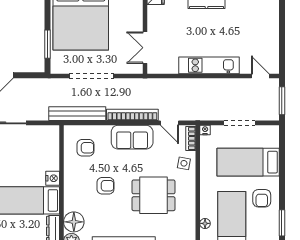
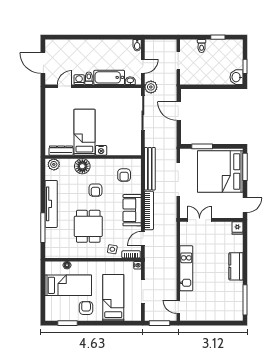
door: (260, 76) -> (178, 307), swing flipped
armchair: (262, 198) -> (86, 308), turned 90
floor lamp: (74, 222) -> (82, 166), moved

